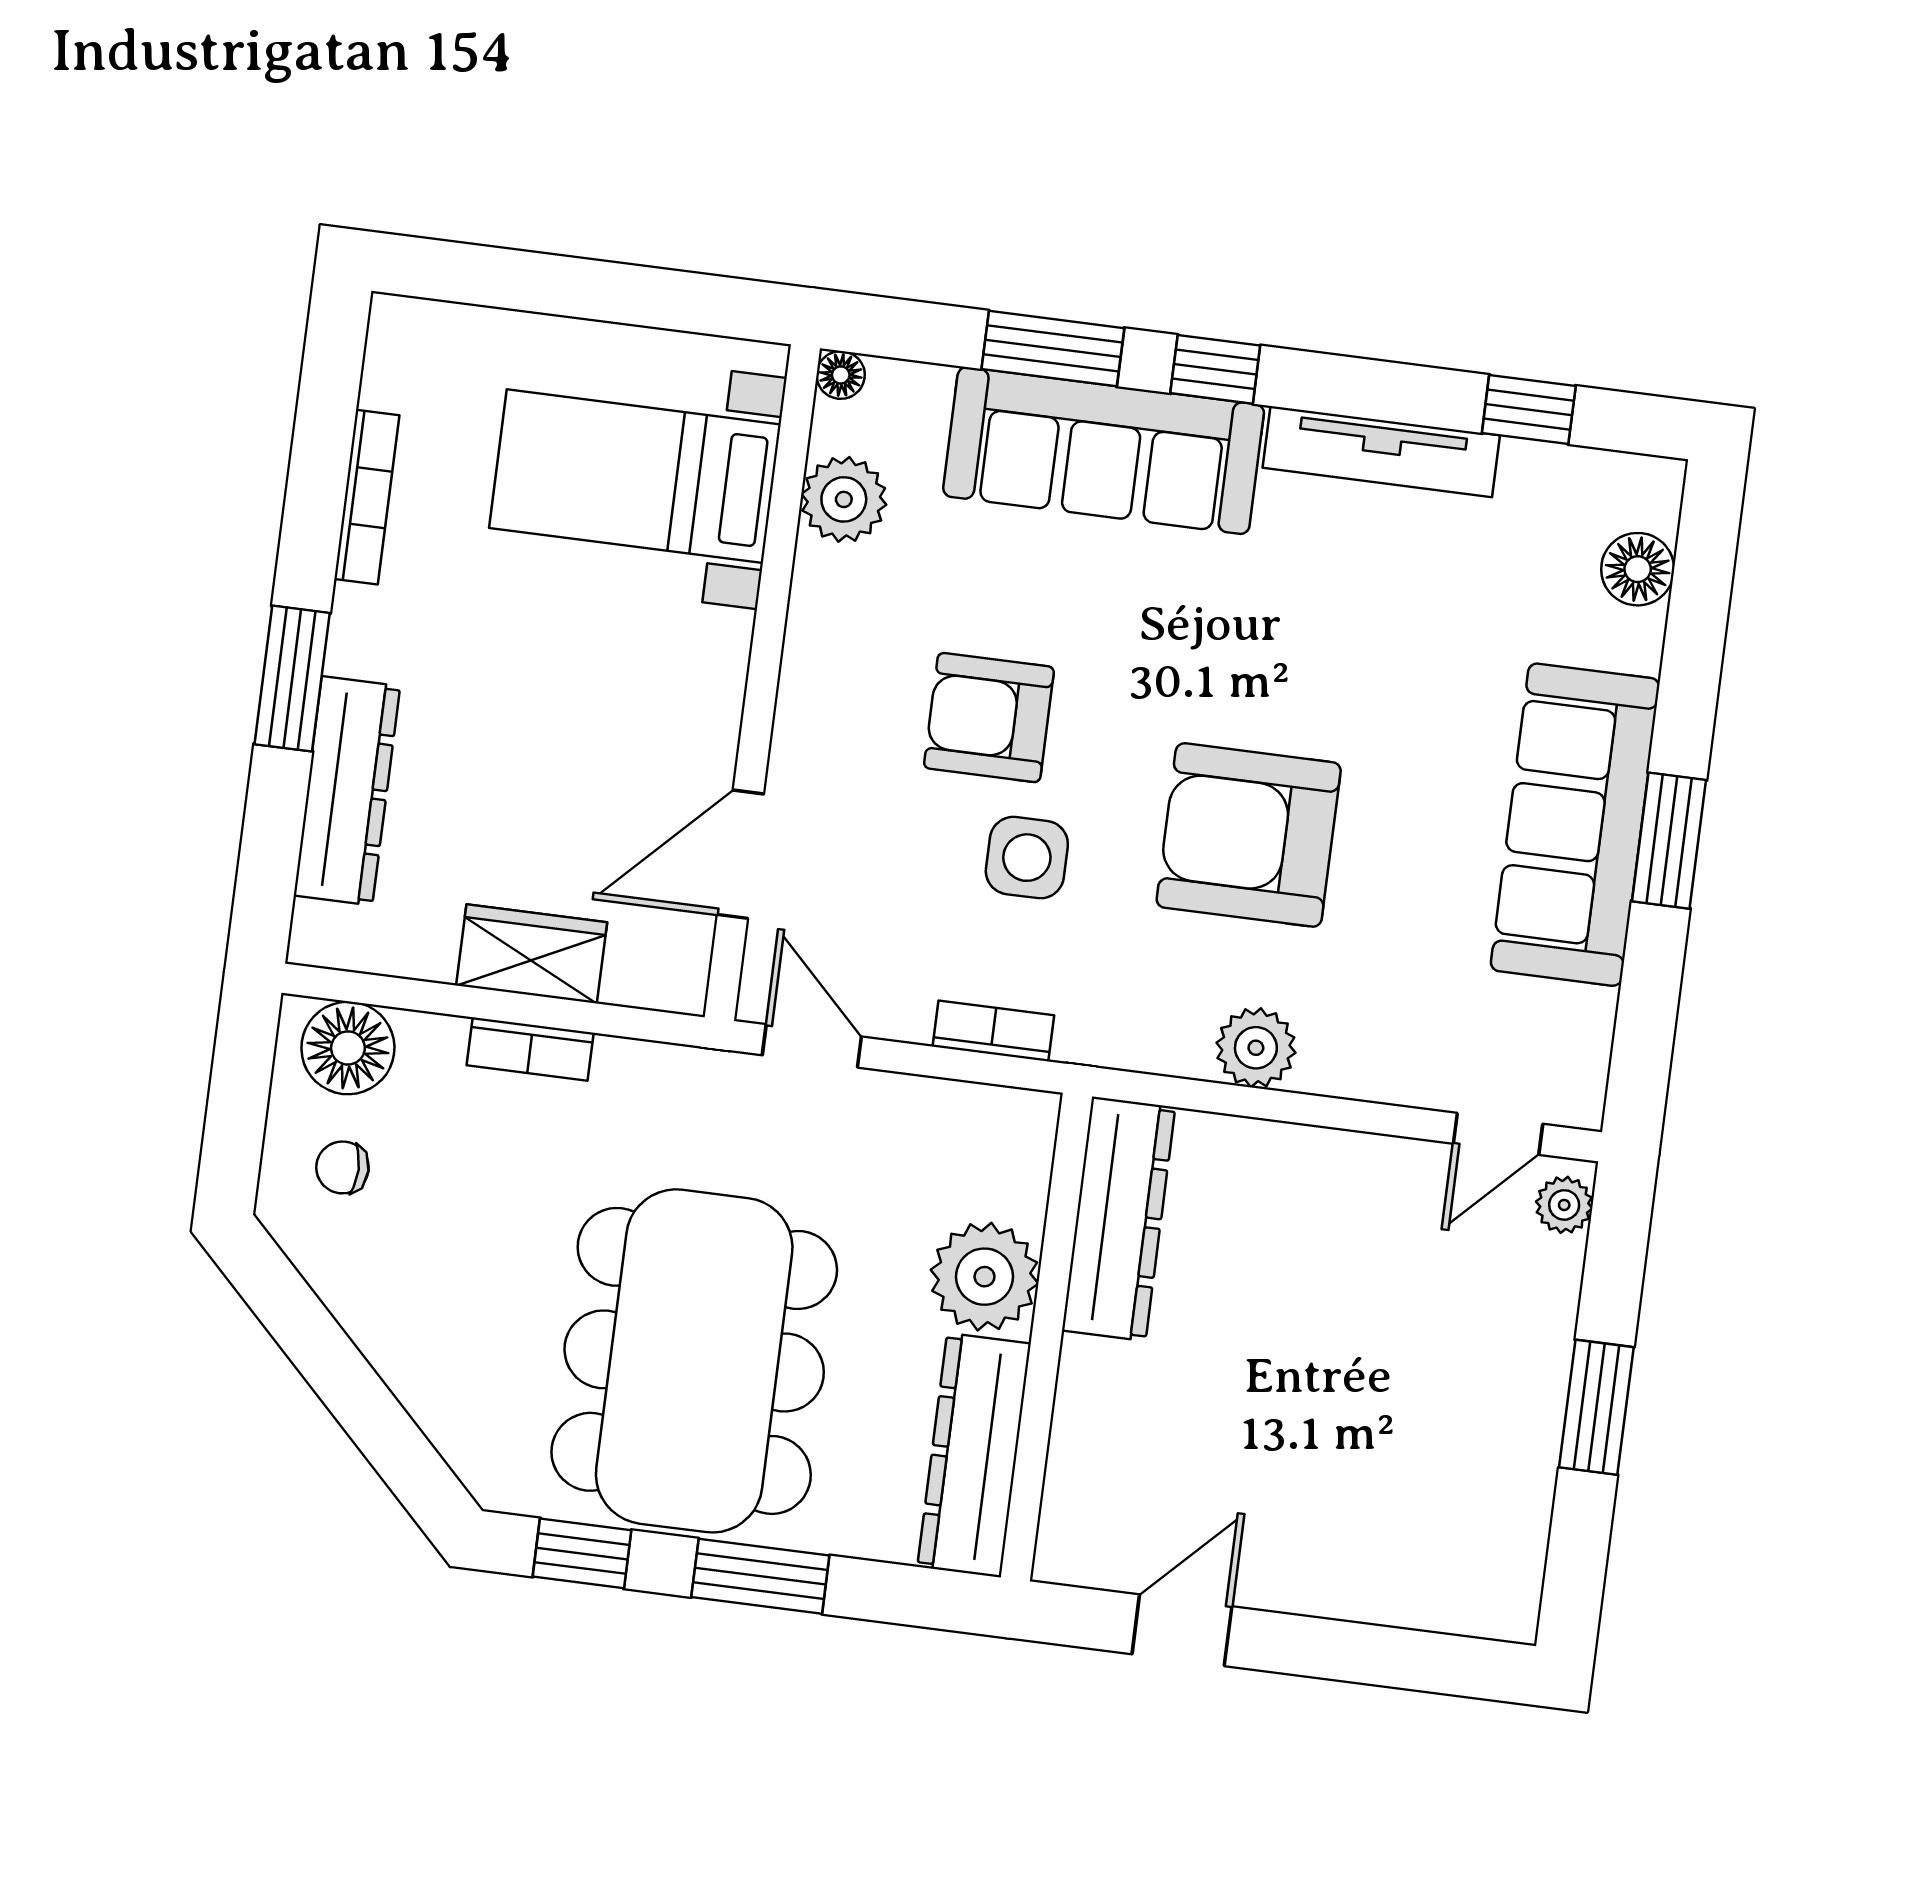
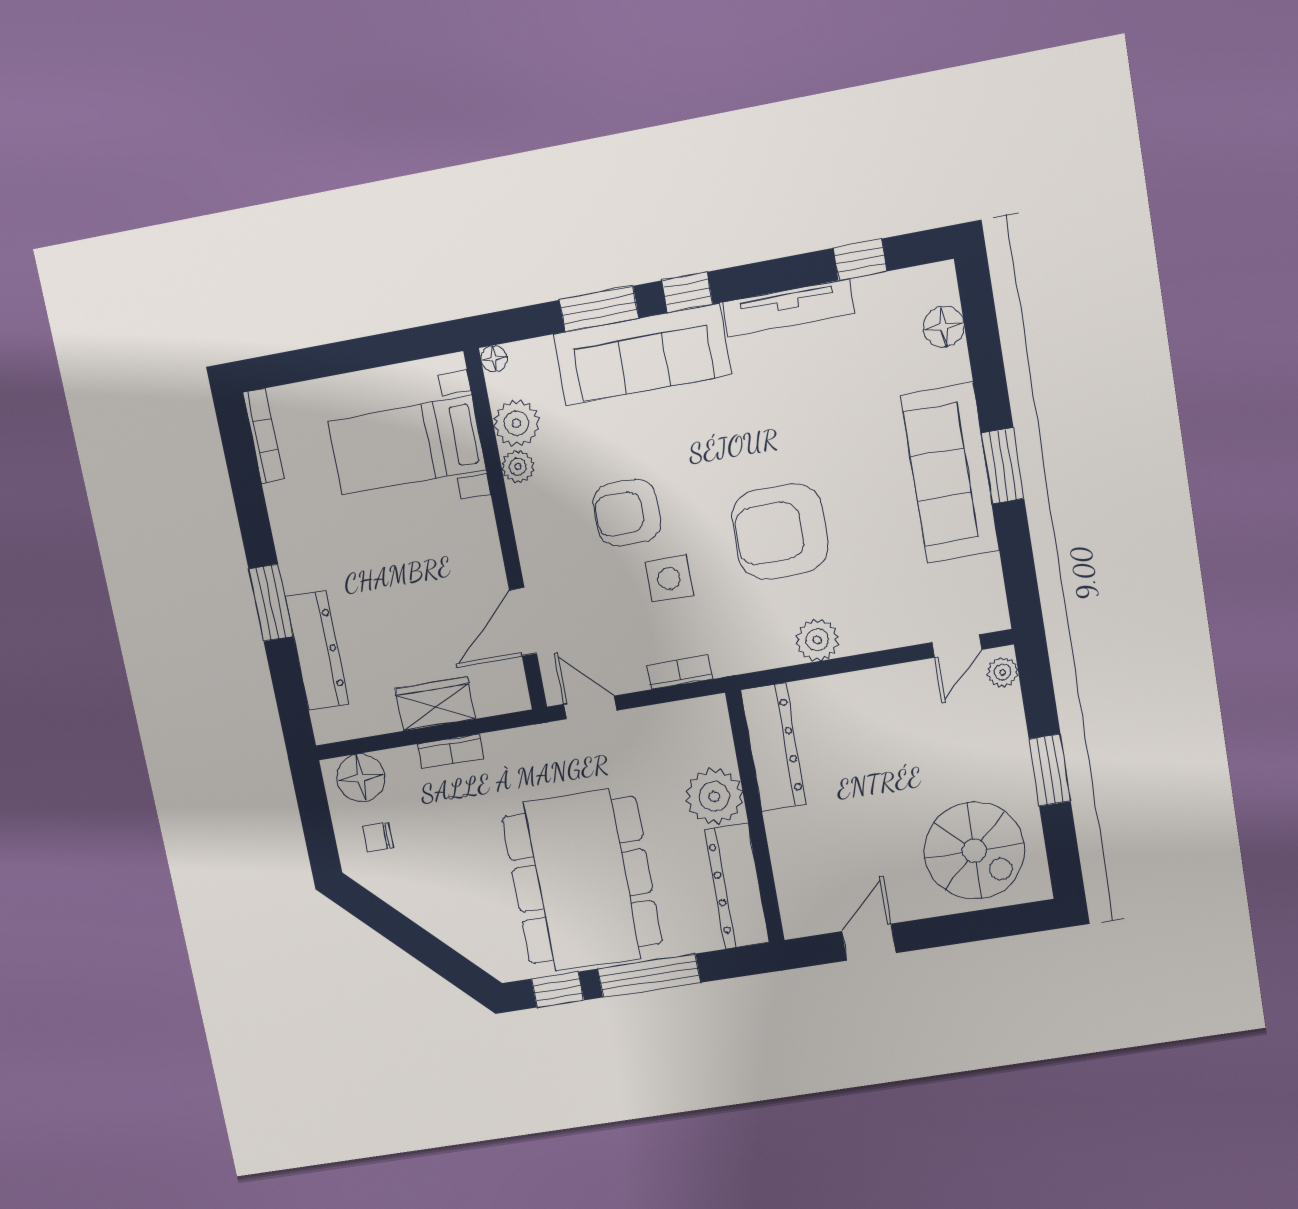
bookcase: (367, 497) -> (263, 436), moved
plant: (821, 576) -> (518, 467), added
spiral stairs: (1421, 1515) -> (974, 851), added
window: (760, 1576) -> (649, 976), width x1.44

